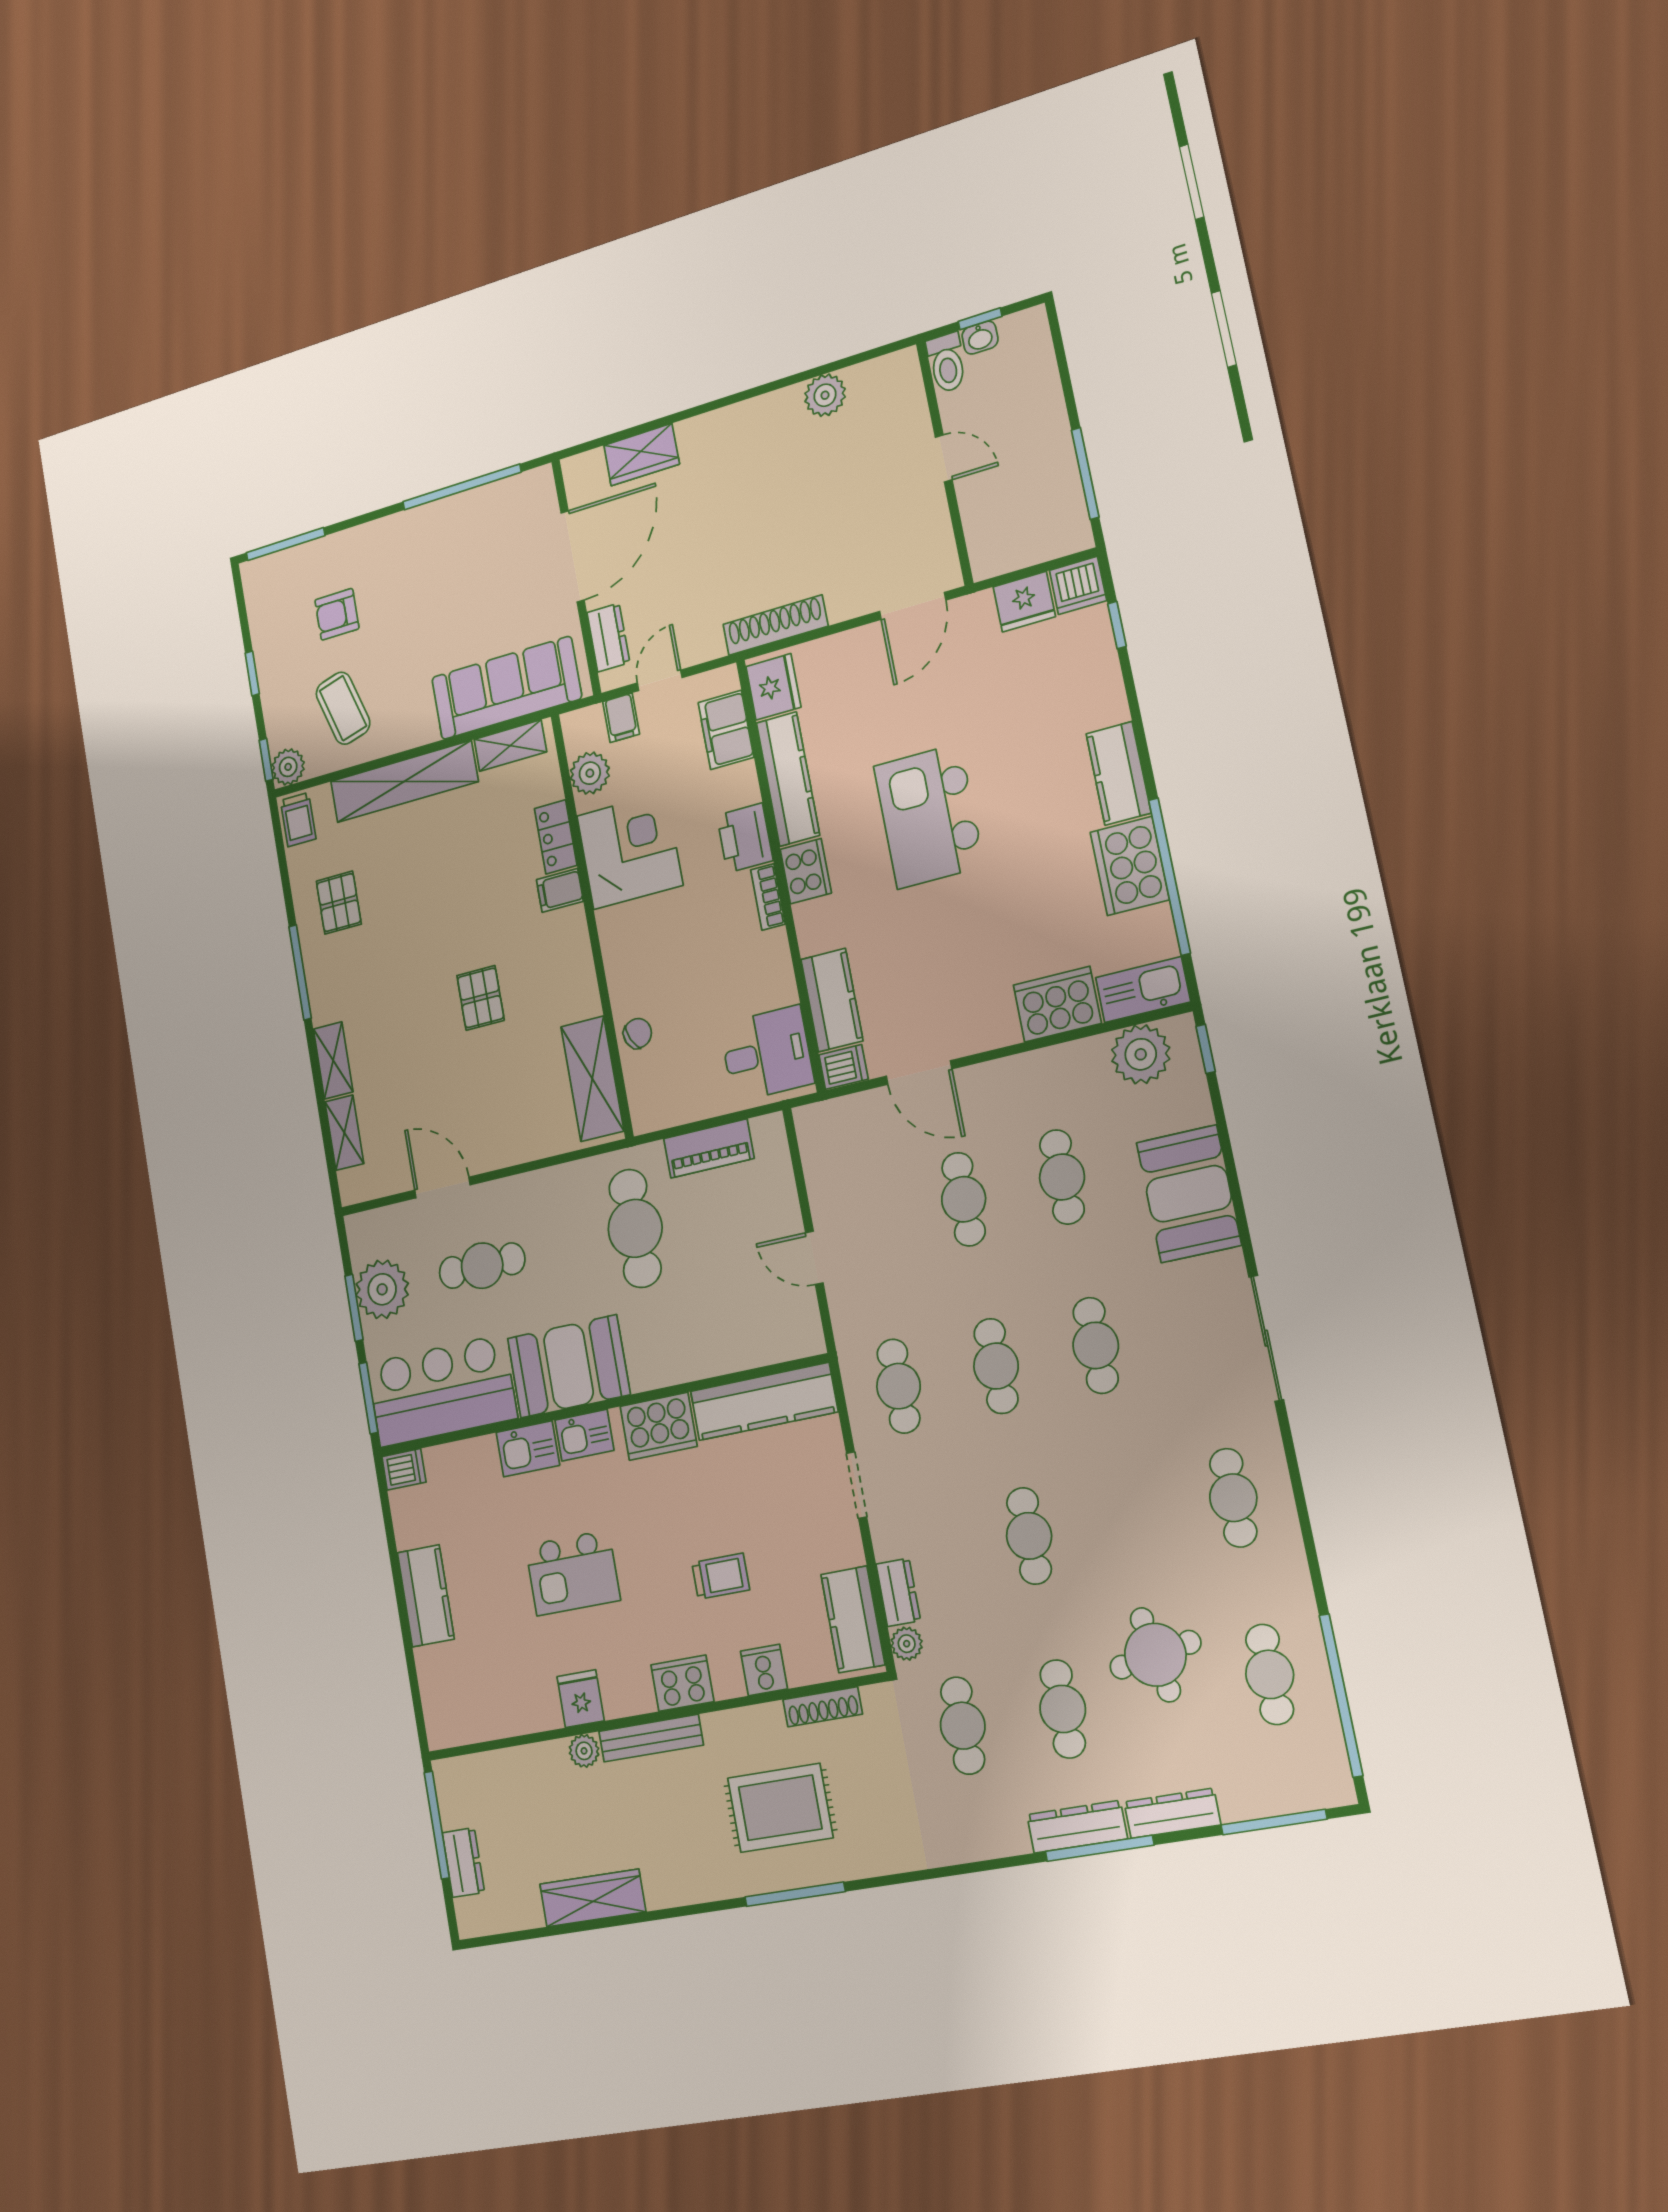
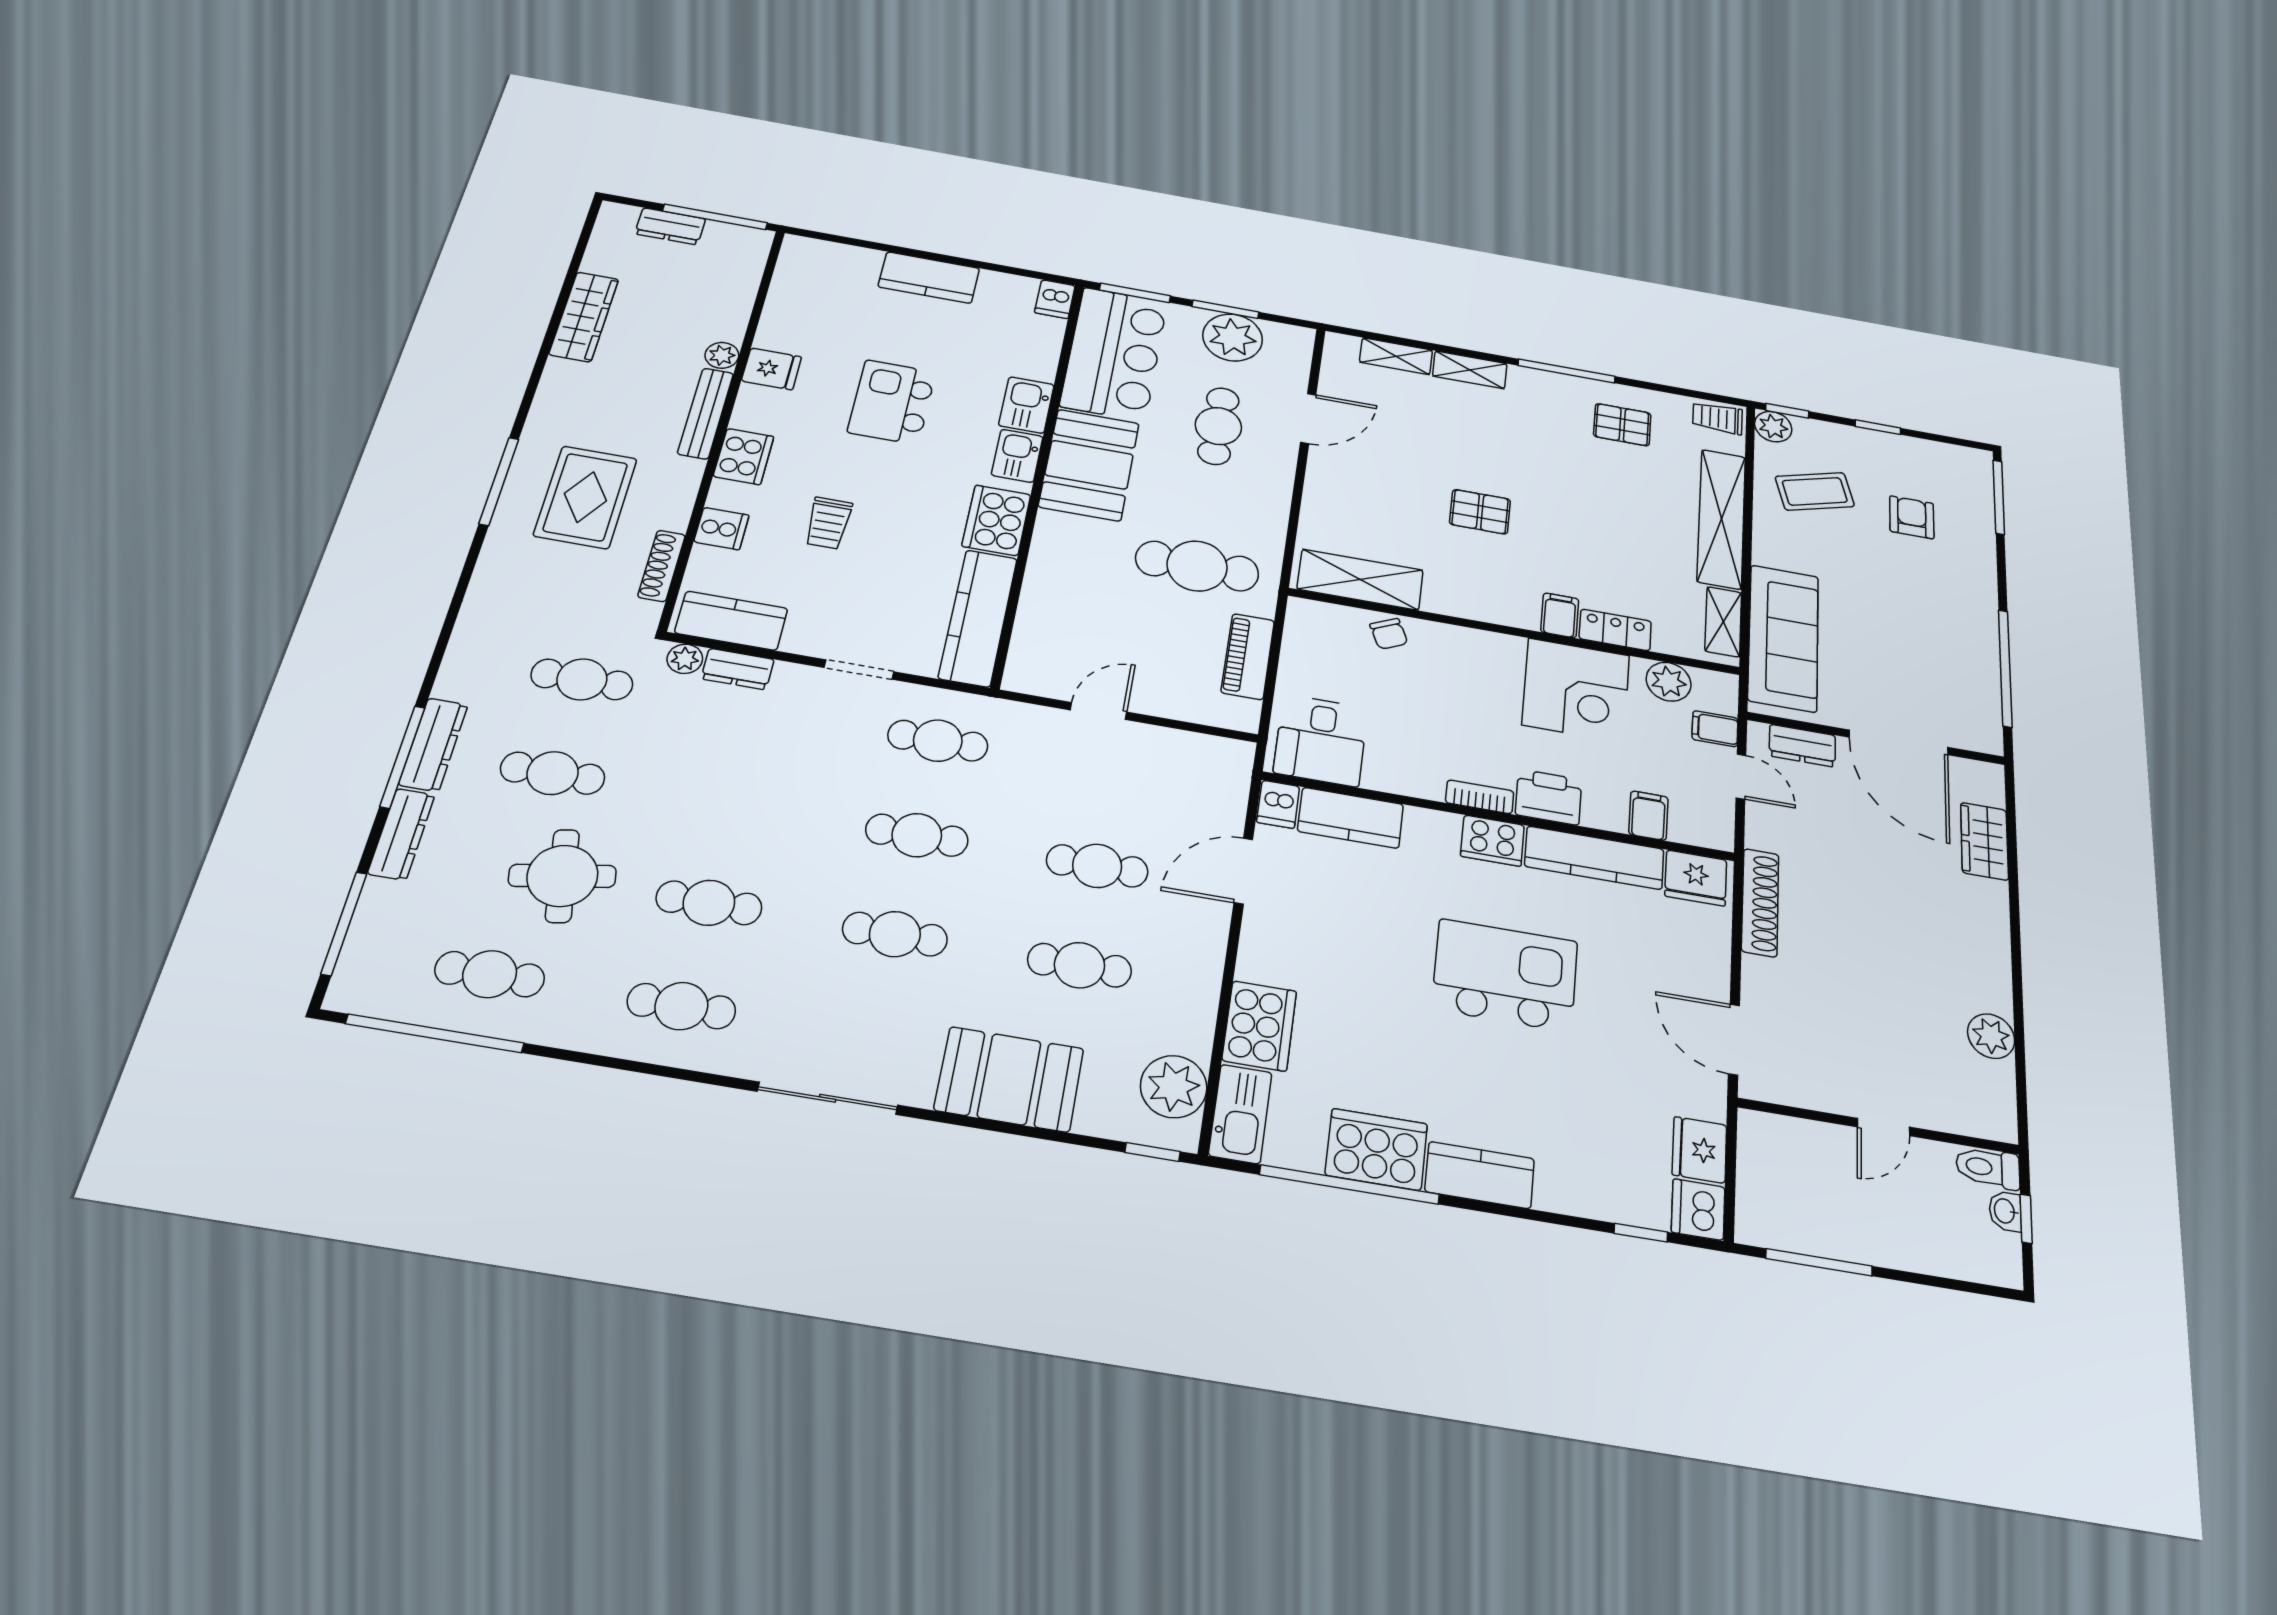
filing cabinet: (726, 730) -> (1648, 816), width x0.50
cafe table: (1029, 1536) -> (709, 903), moved

